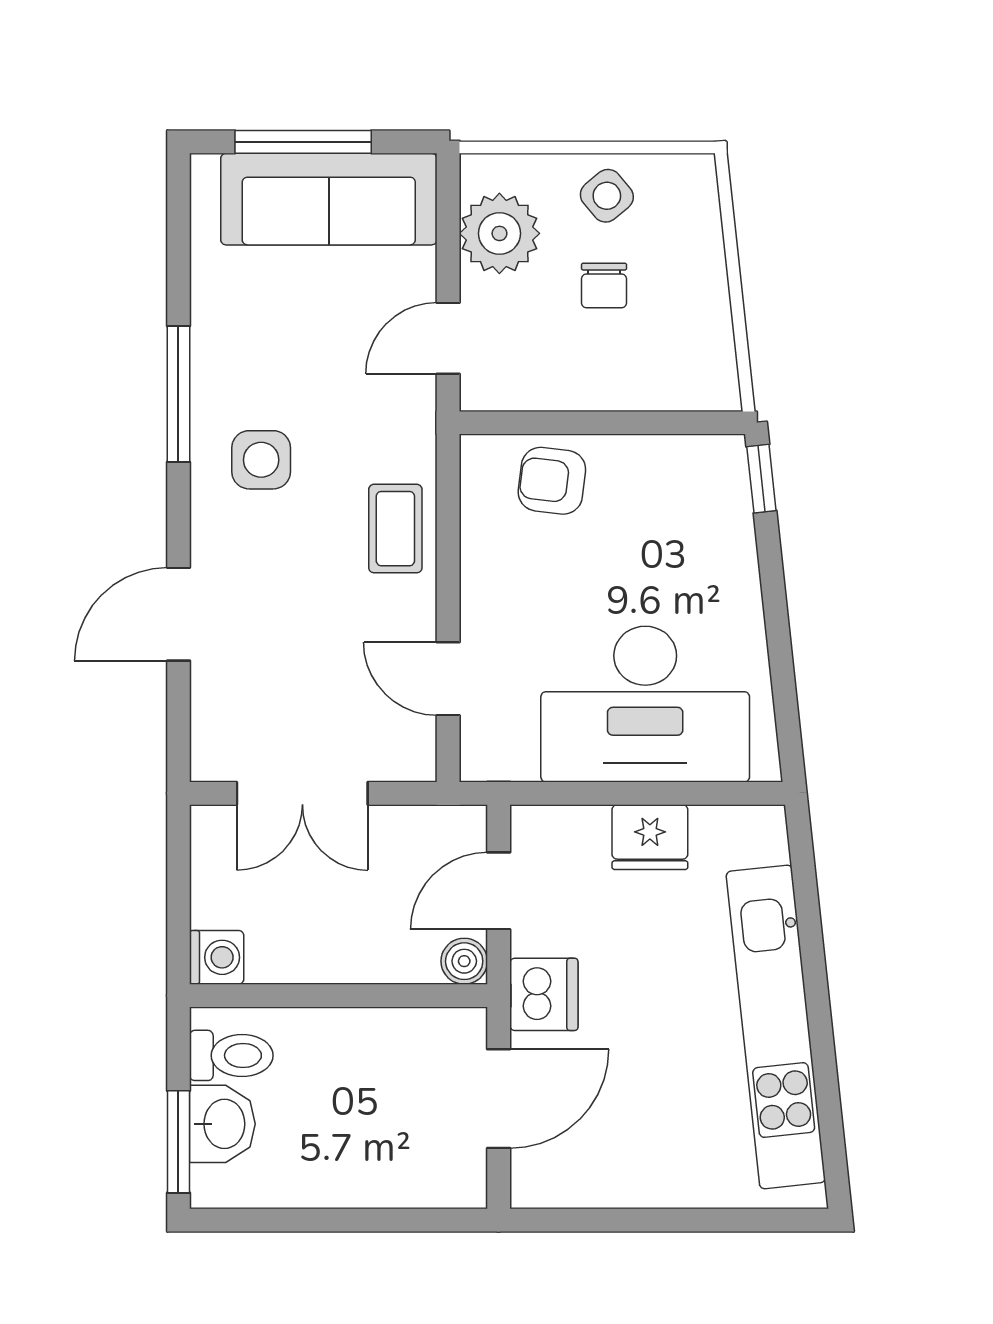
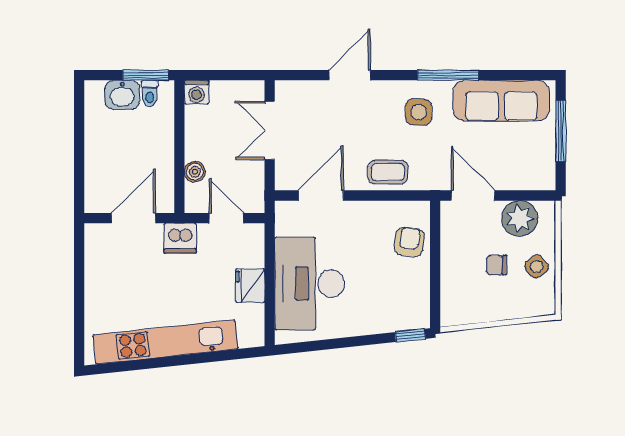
sofa: (329, 199) -> (501, 101), moved, turned -90
door: (448, 338) -> (473, 196), width x1.38
door: (178, 614) -> (350, 75), hinge flipped
door: (448, 679) -> (321, 196), width x1.38
boiler: (464, 961) -> (195, 172), moved
toilet: (231, 1055) -> (150, 94), width x0.73, depth x0.72
door: (499, 1099) -> (133, 218), swing flipped
window: (178, 1142) -> (146, 75), moved

